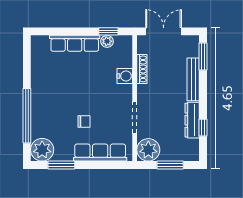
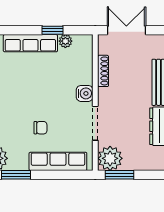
window: (108, 31) -> (52, 30), moved
water cooler: (125, 76) -> (85, 93), moved
window: (170, 165) -> (120, 175), moved

